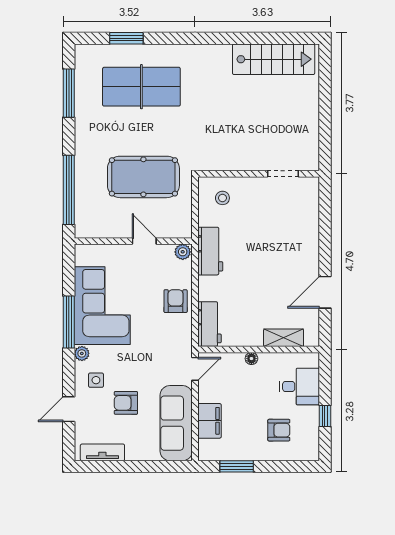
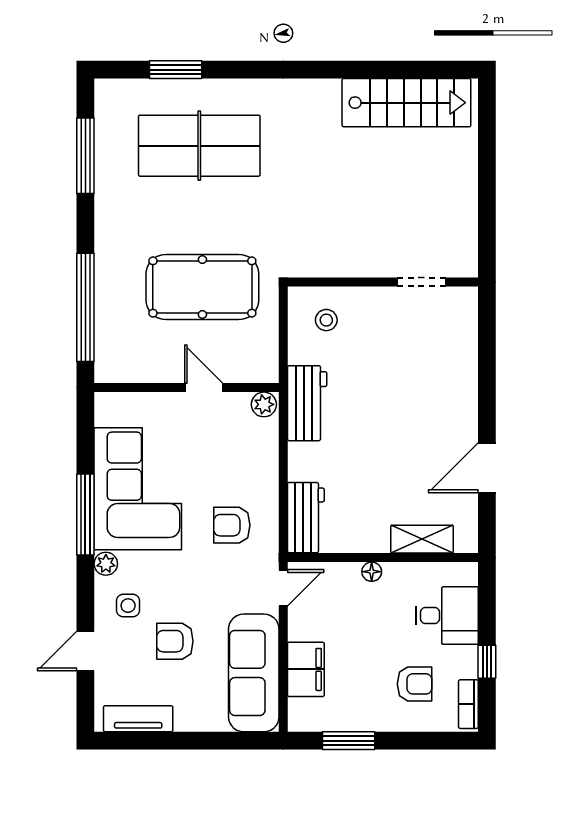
armchair: (176, 301) -> (232, 525), moved, turned -90
bookcase: (313, 443) -> (468, 704), added

